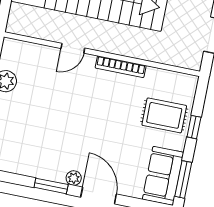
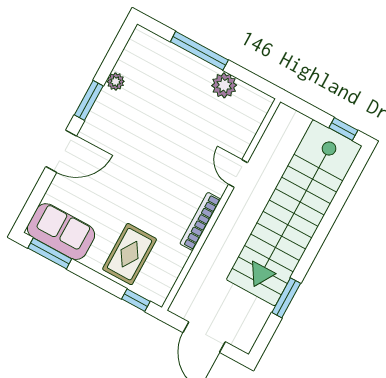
window: (194, 127) -> (136, 300), moved
plant: (74, 178) -> (116, 81), moved

